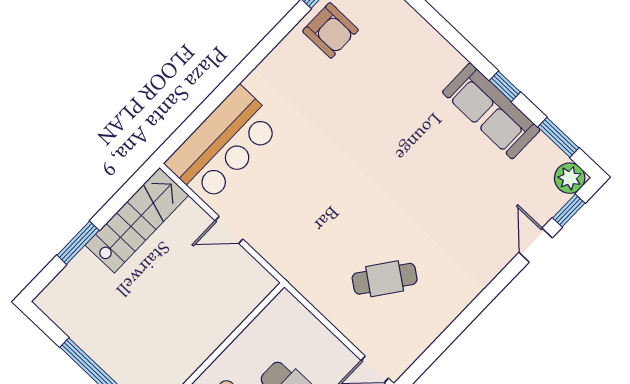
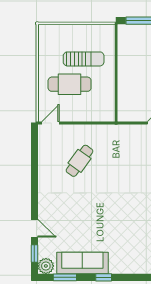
sofa: (491, 111) -> (82, 263), moved

